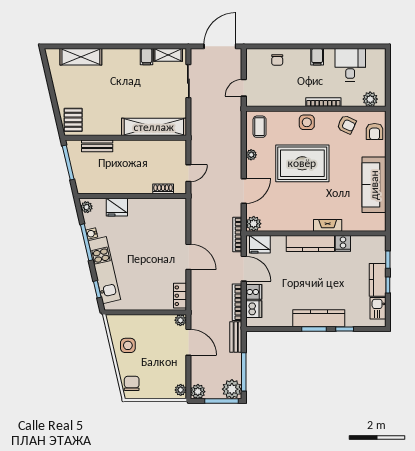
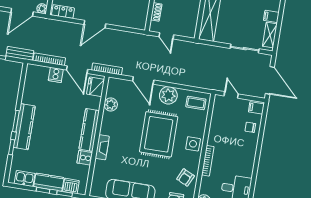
filing cabinet: (317, 57) -> (256, 108), moved
plant: (251, 155) -> (168, 95), width x1.87, depth x1.87
plant: (254, 224) -> (111, 104), moved
door: (244, 269) -> (77, 70), hinge flipped
dishwasher: (254, 309) -> (71, 186), moved, turned 180

